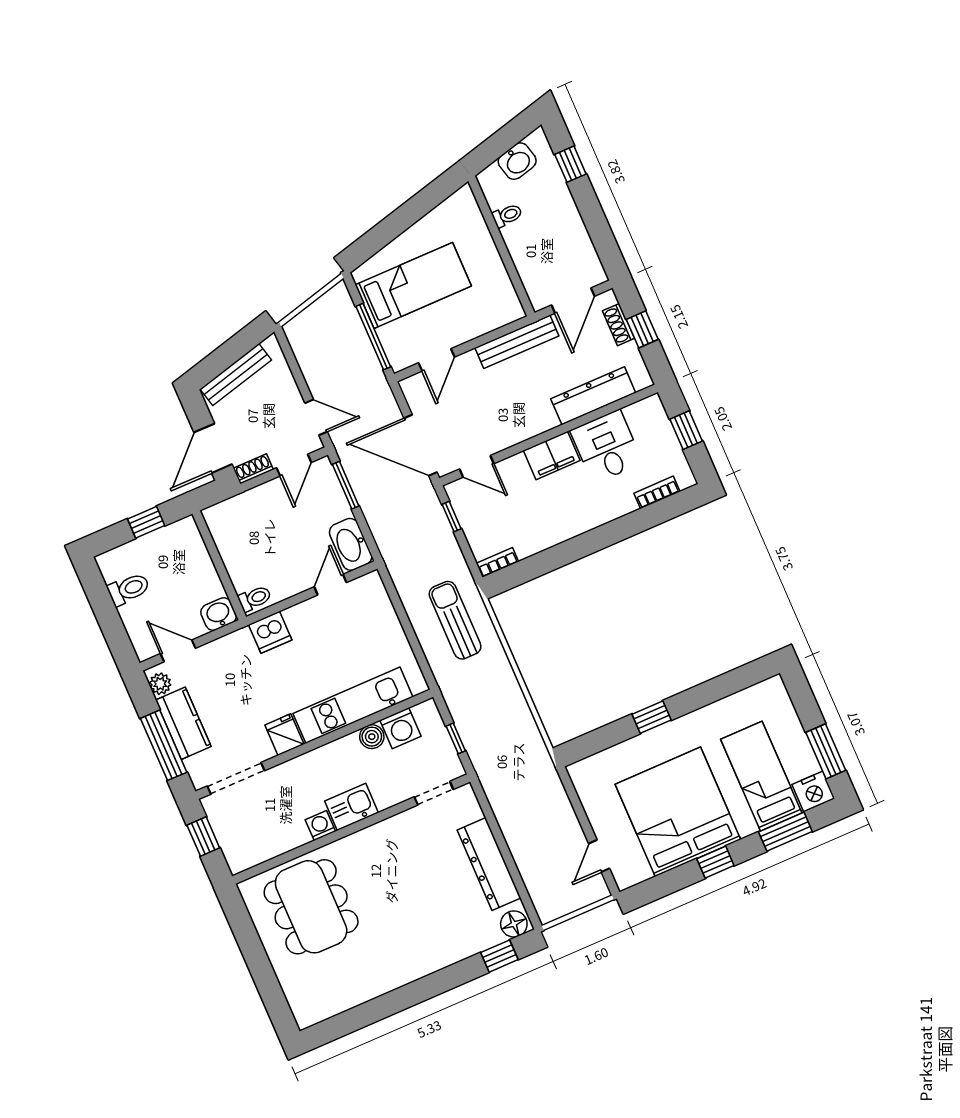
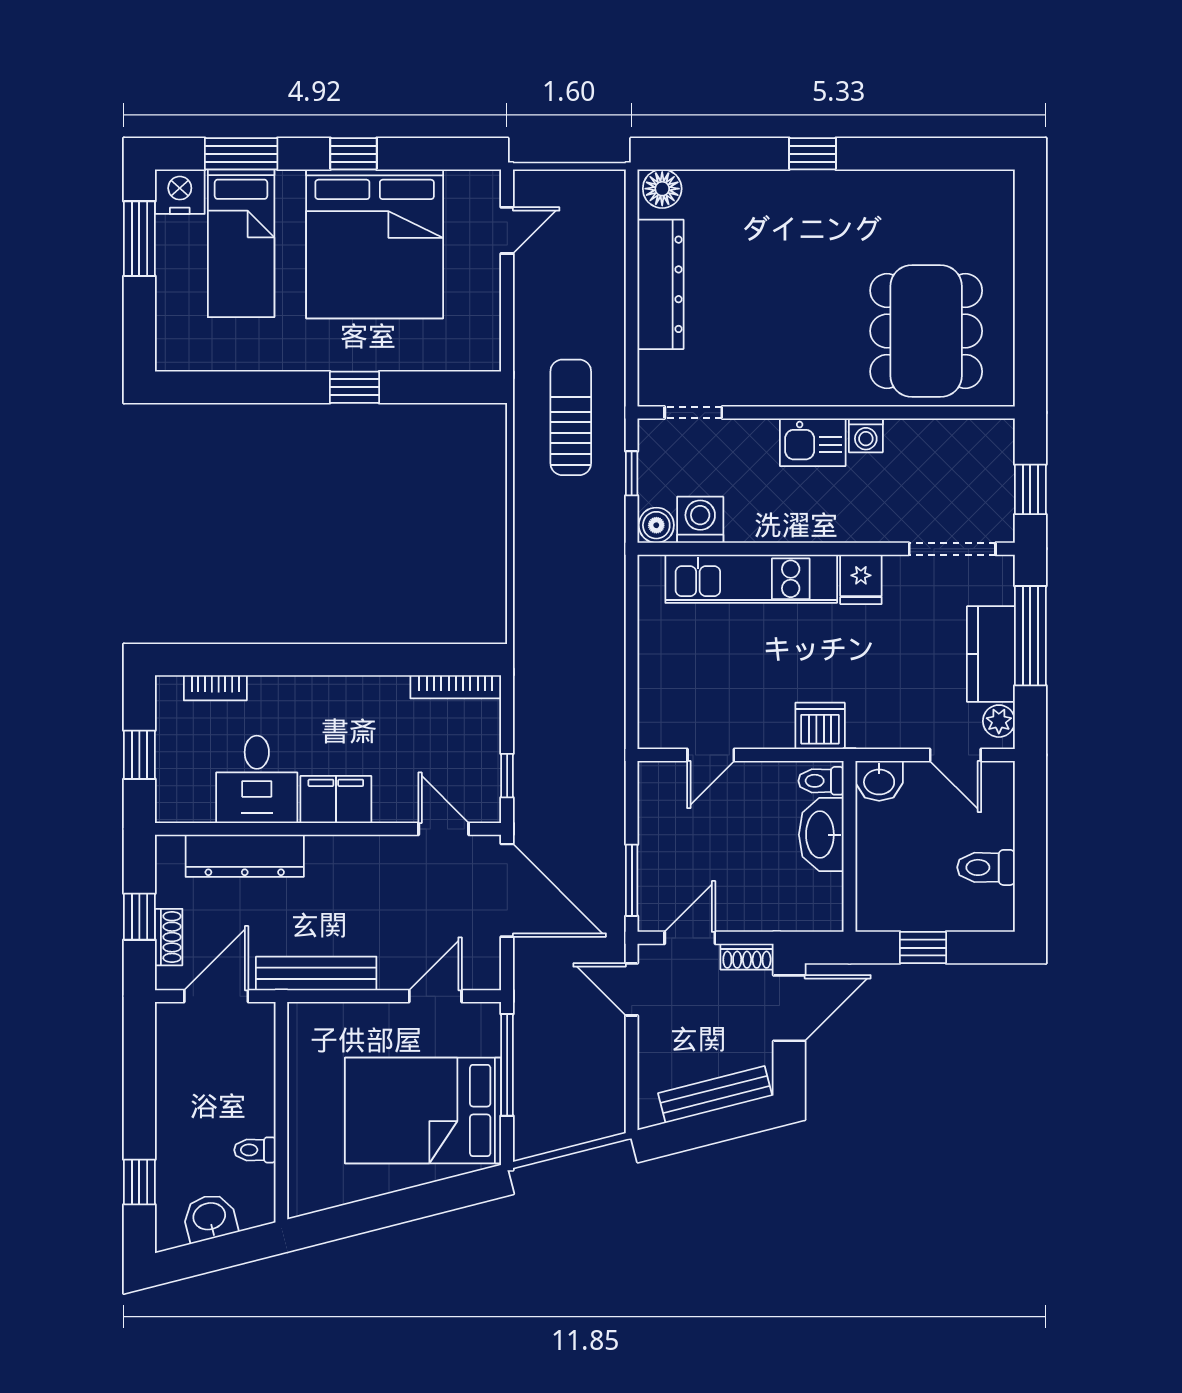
bed: (413, 285) -> (423, 1110), width x1.50
washbasin: (351, 544) -> (821, 835), moved, turned 180
bookcase: (497, 562) -> (456, 687), width x1.56
sun lounger: (455, 620) -> (571, 417), moved, turned 180
boiler: (372, 737) -> (656, 525), moved
window: (499, 956) -> (812, 154), moved

